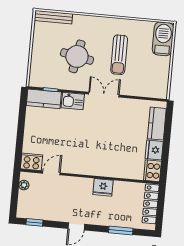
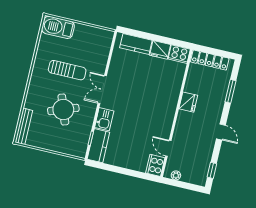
round table: (77, 56) -> (63, 109), turned -31

